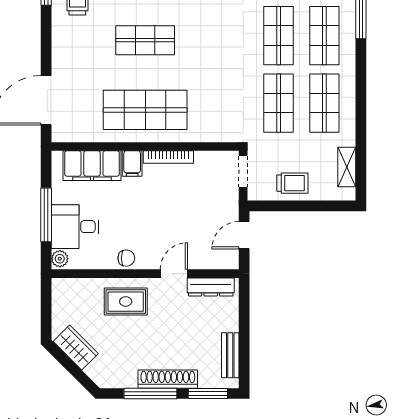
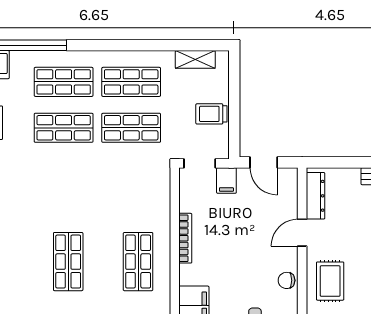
shop shelf: (145, 110) -> (138, 262), width x0.70, depth x0.74
filing cabinet: (132, 164) -> (226, 180), moved, turned 90
trolley: (292, 183) -> (211, 114), turned -90
chair: (126, 258) -> (287, 280), turned -90
door: (174, 274) -> (302, 233), hinge flipped

